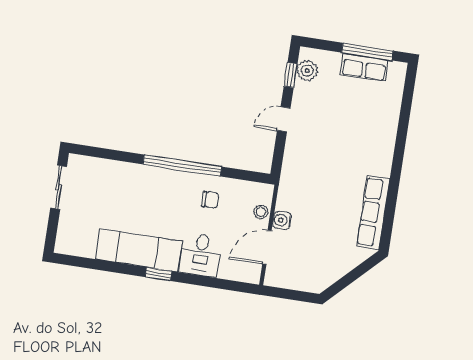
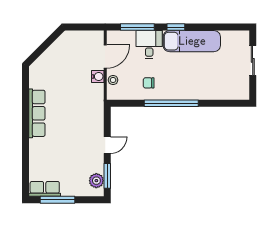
row of seats: (364, 67) -> (45, 189), moved
window: (291, 75) -> (107, 176), width x1.50
sliding door: (59, 187) -> (253, 60), moved
row of seats: (373, 212) -> (37, 113), moved
window: (214, 283) -> (137, 27), added

